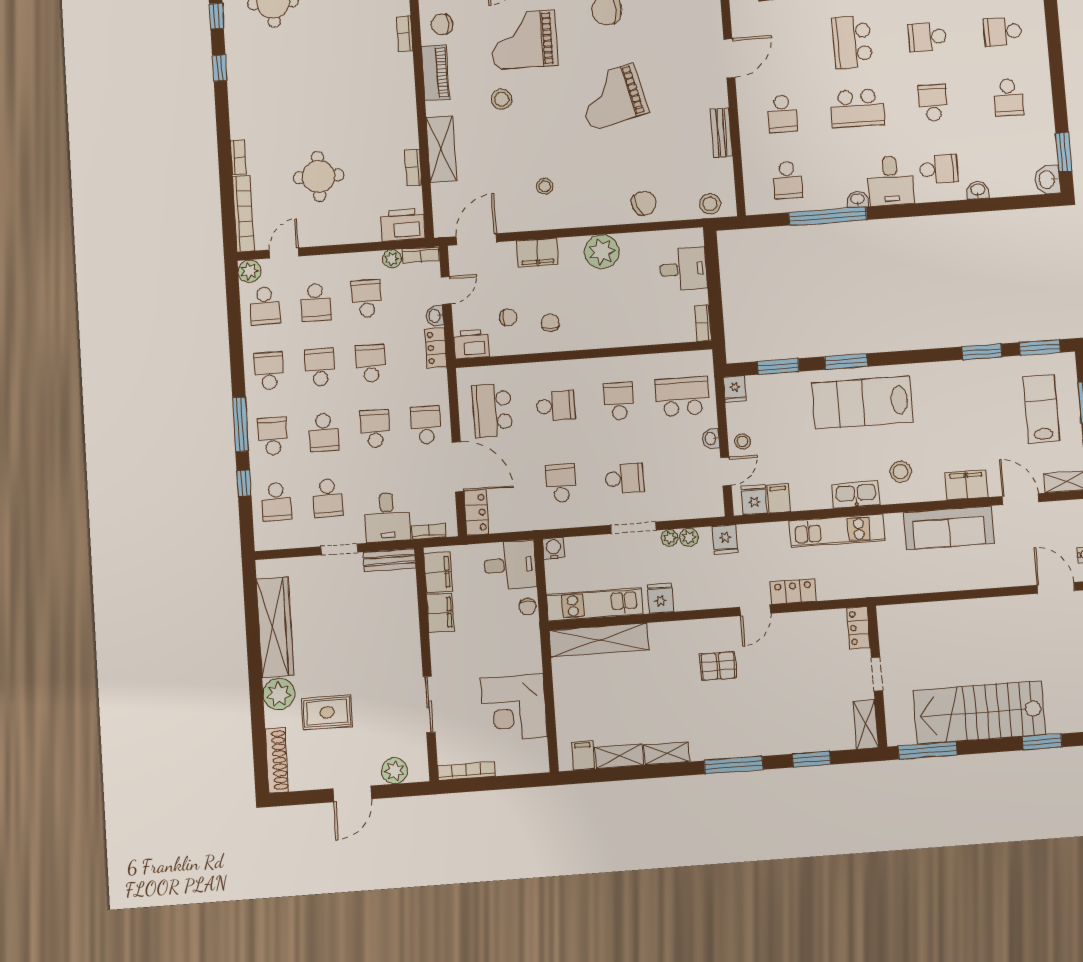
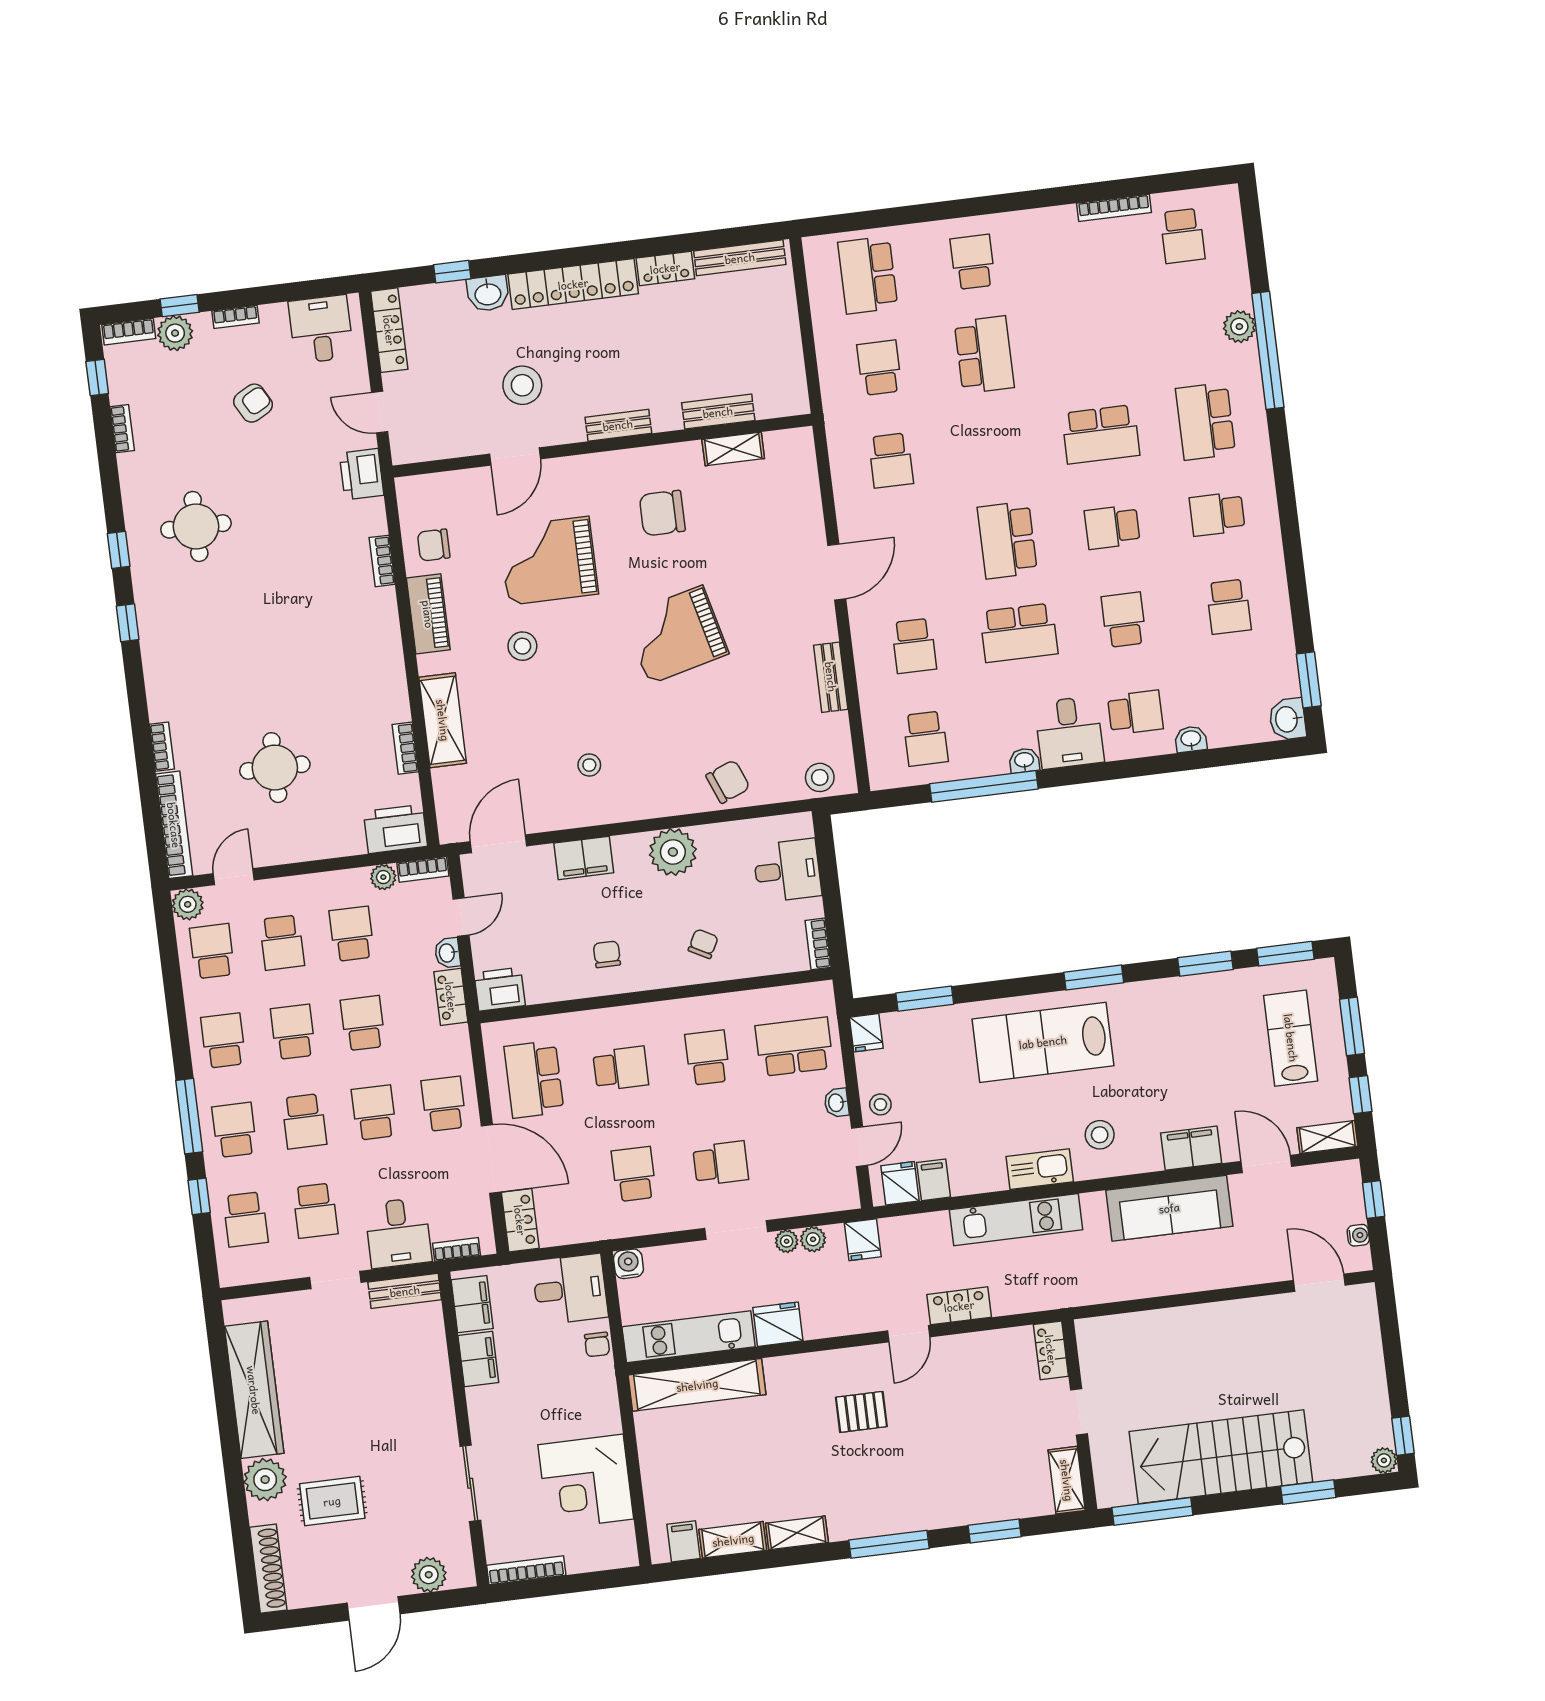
school desk: (265, 306) -> (212, 951), turned 180
chair: (508, 317) -> (703, 944), moved, turned -62
window: (846, 362) -> (1094, 978), moved
fridge: (660, 598) -> (778, 1324), width x1.38

